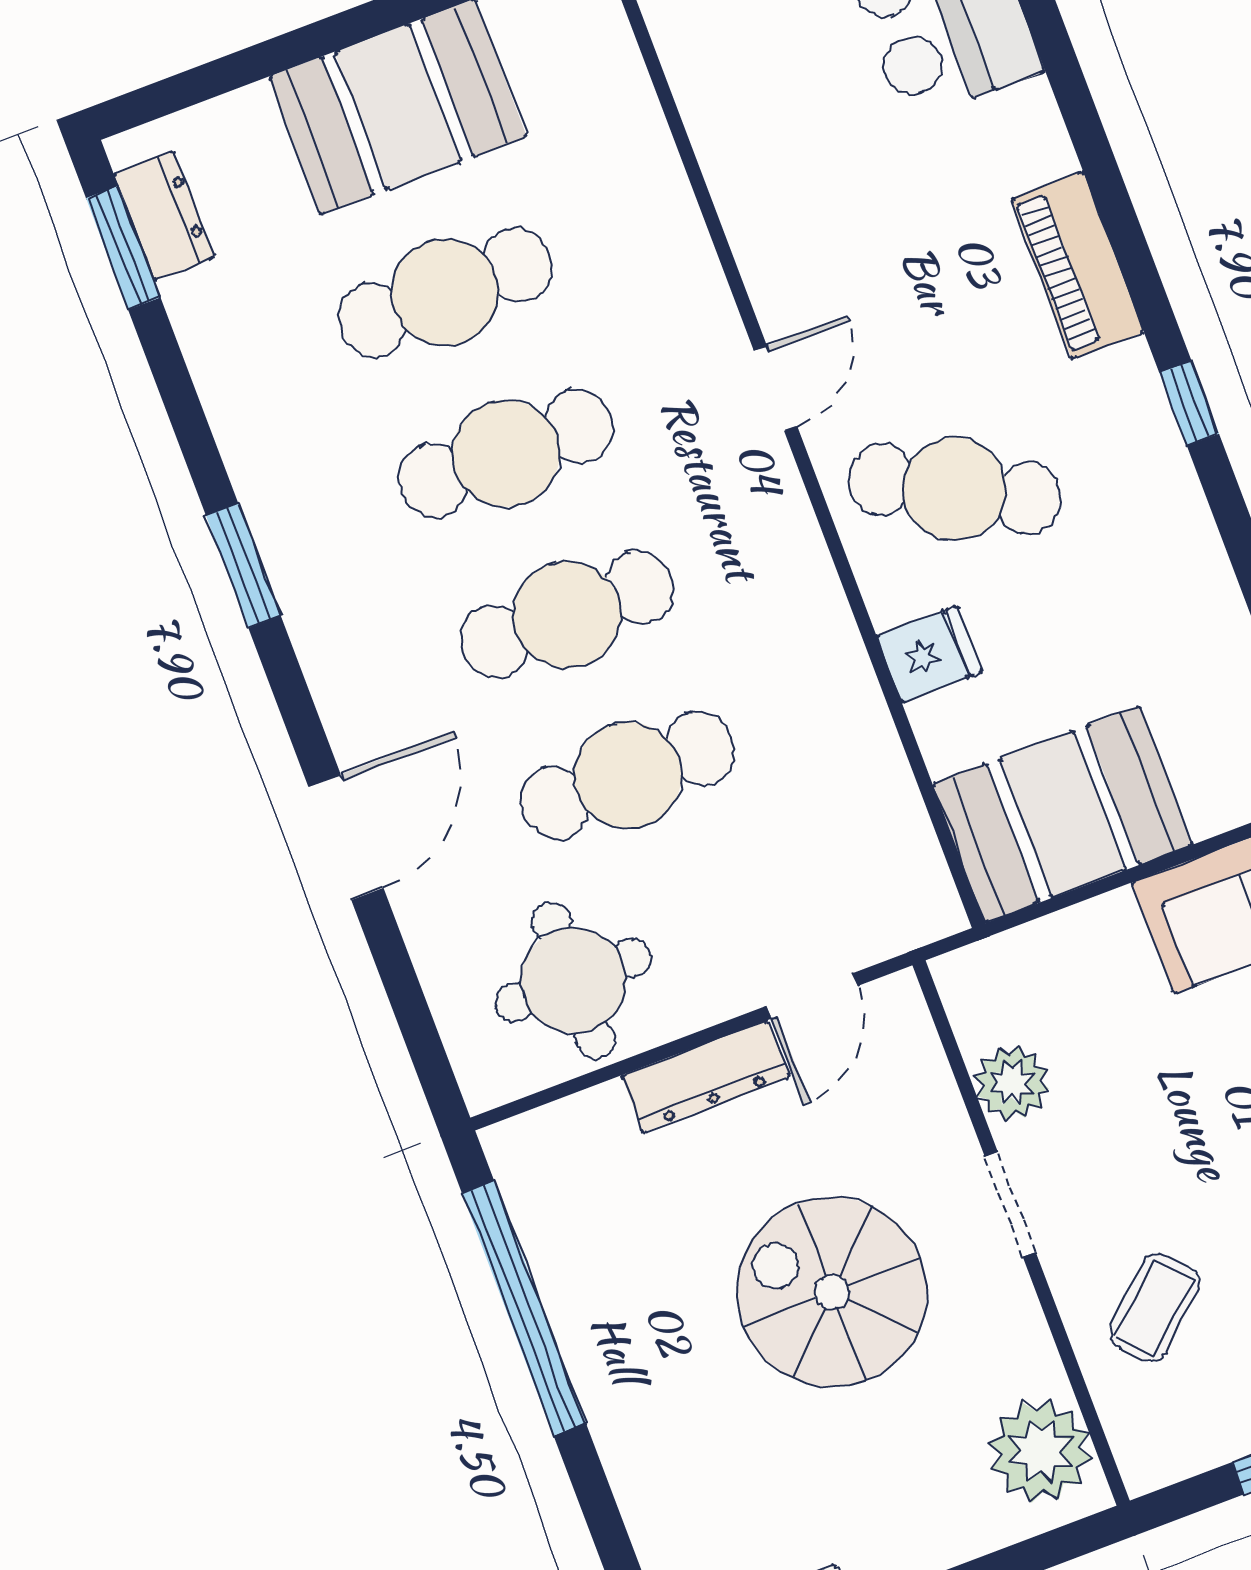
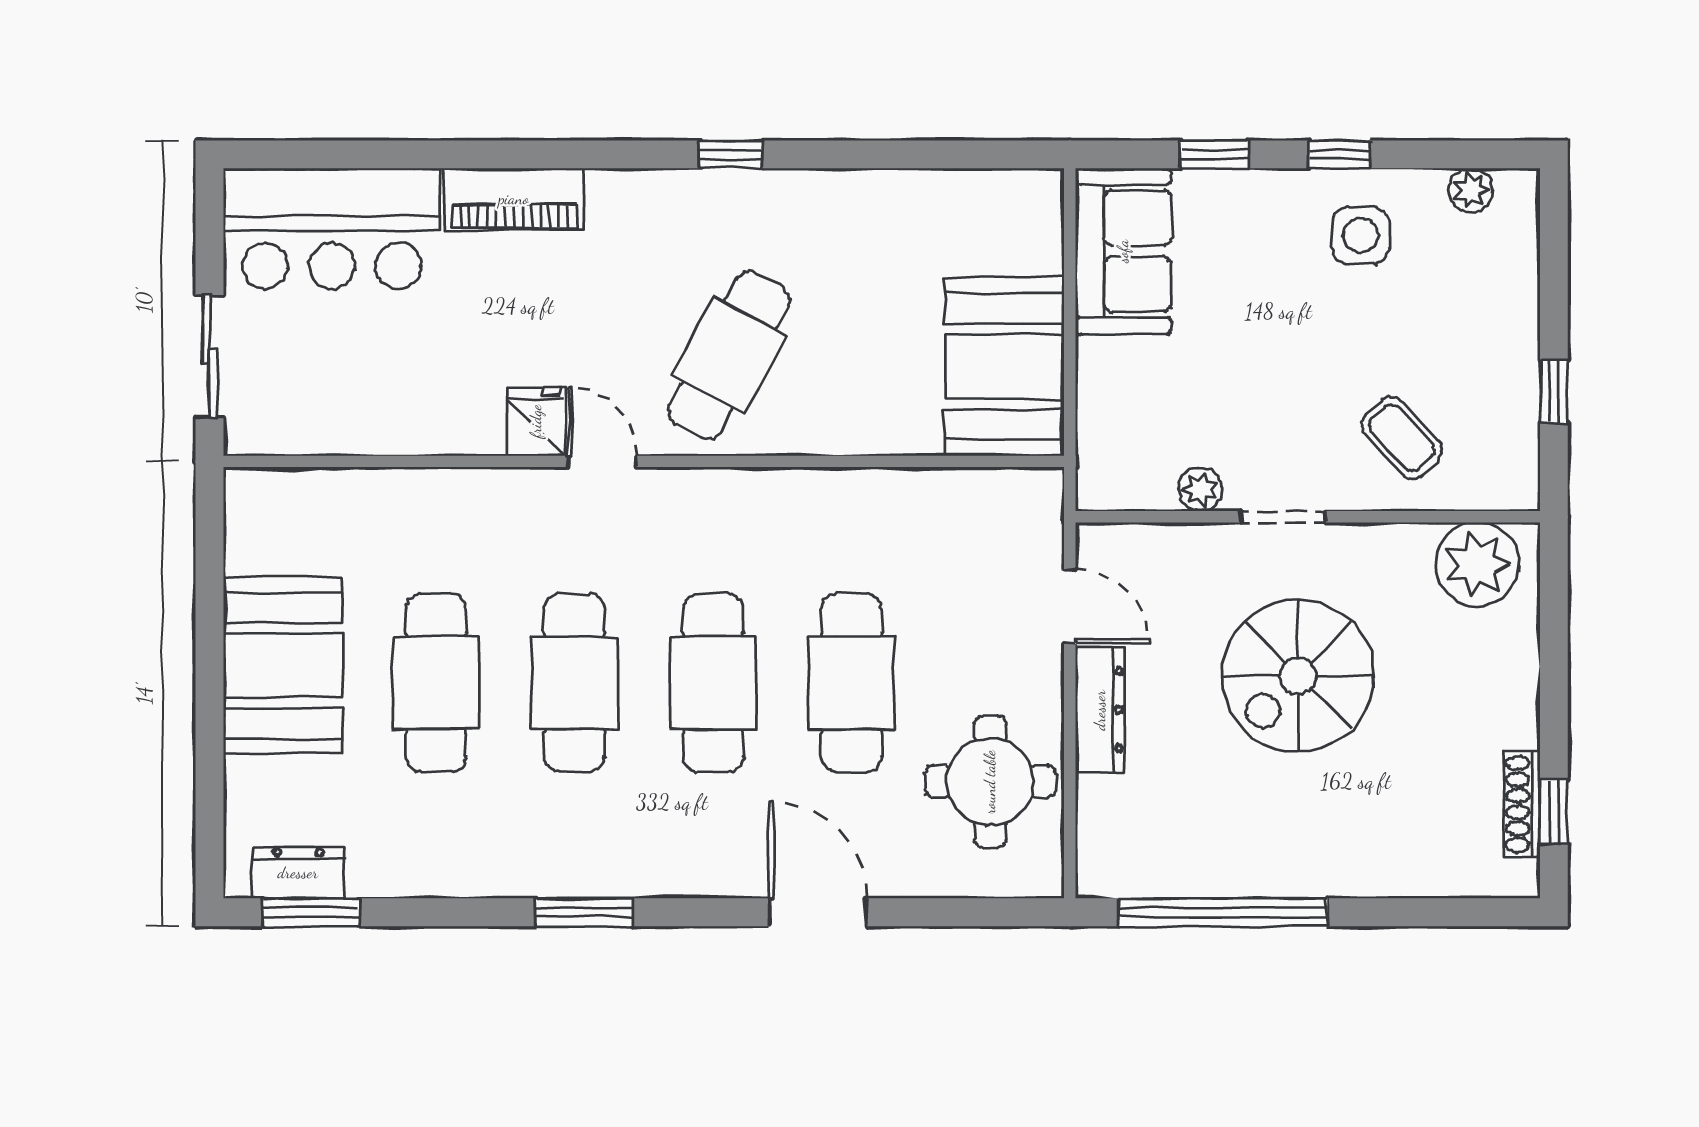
piano: (1077, 265) -> (514, 199), moved
fridge: (929, 654) -> (536, 421), moved
plant: (1012, 1083) -> (1200, 489), width x0.73, depth x0.73

